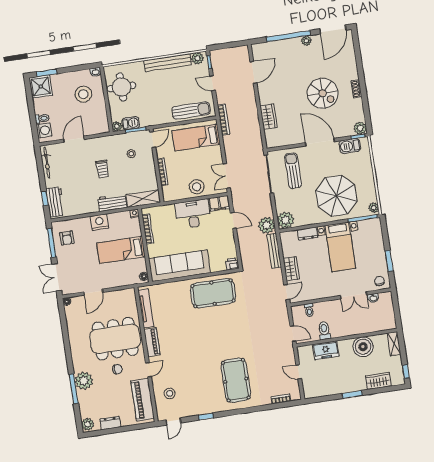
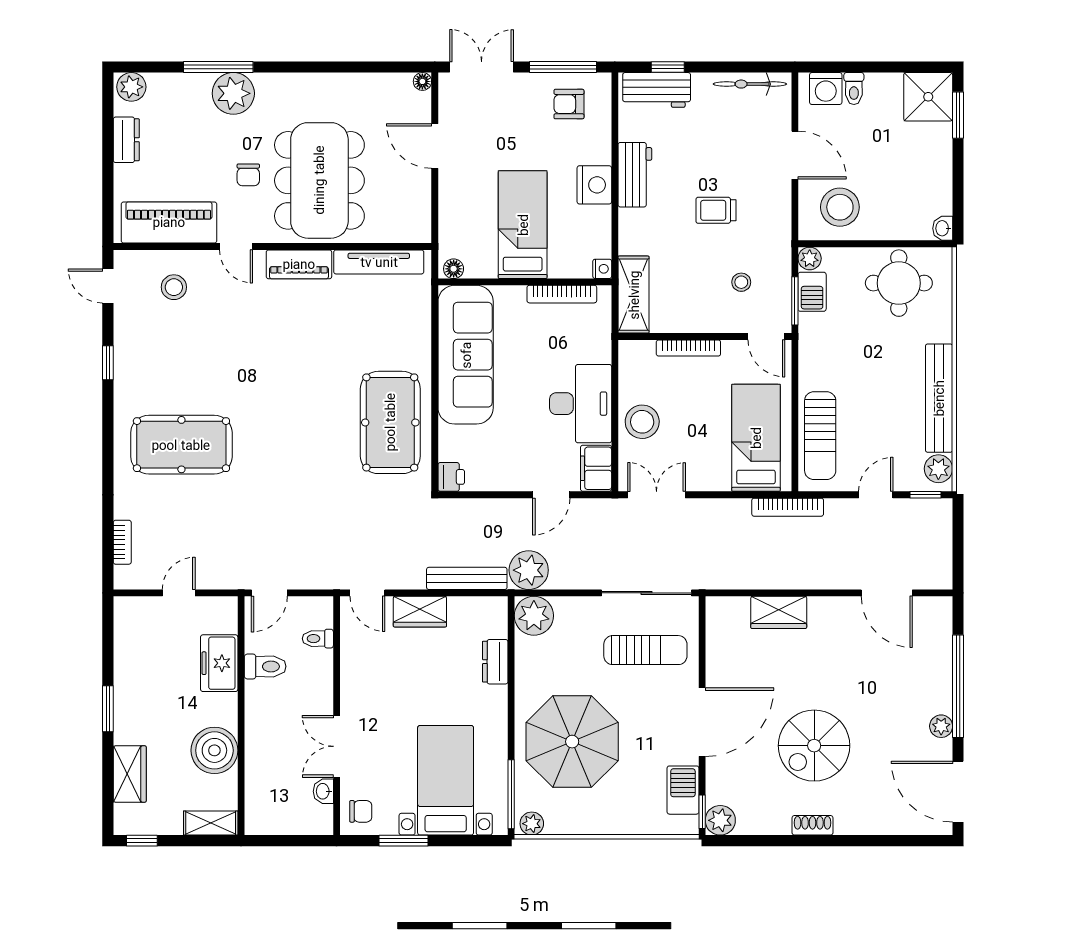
stool: (83, 94) -> (840, 207), moved
workbench: (112, 203) -> (635, 175), moved
bed with nightstands: (340, 247) -> (446, 780), moved, turned 90

